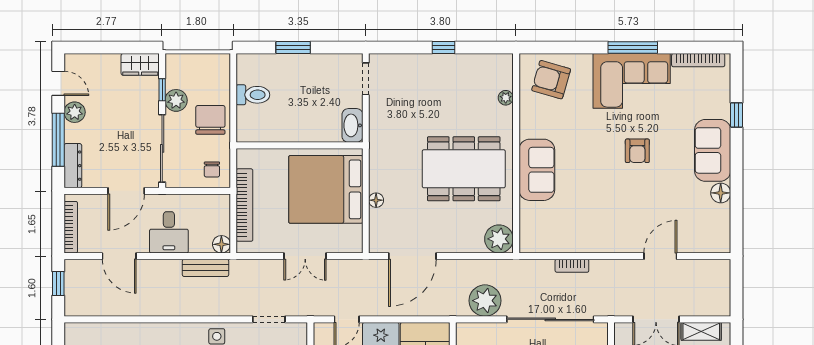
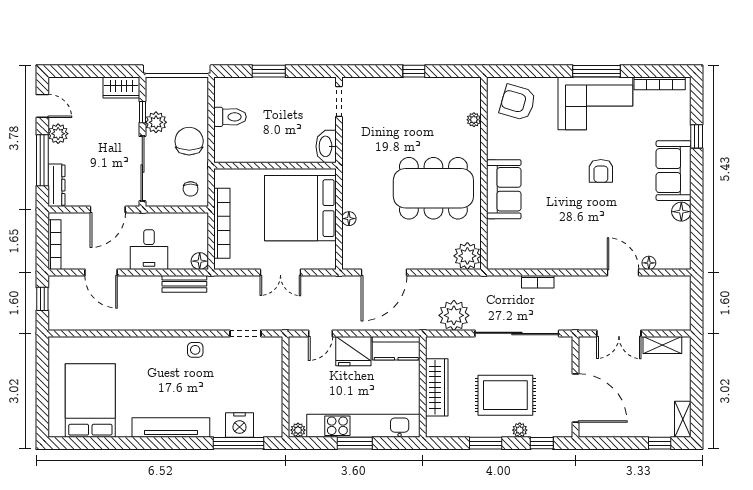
floor lamp: (687, 246) -> (649, 263), added
door: (660, 256) -> (623, 272), hinge flipped

